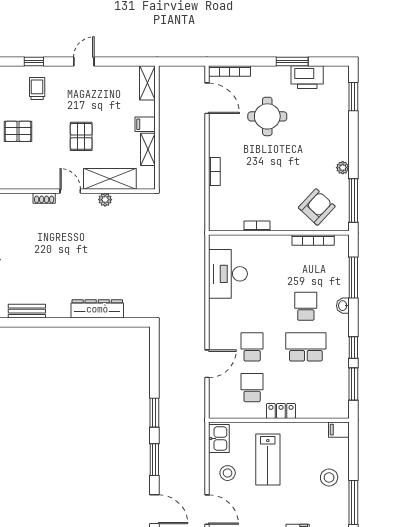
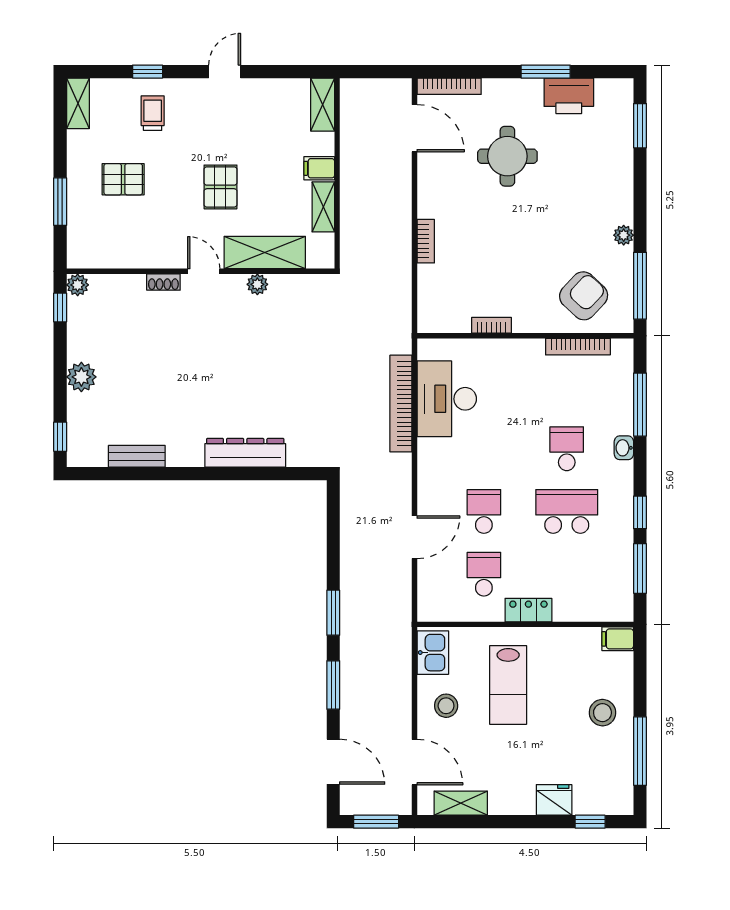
bookcase: (198, 277) -> (401, 404), added

